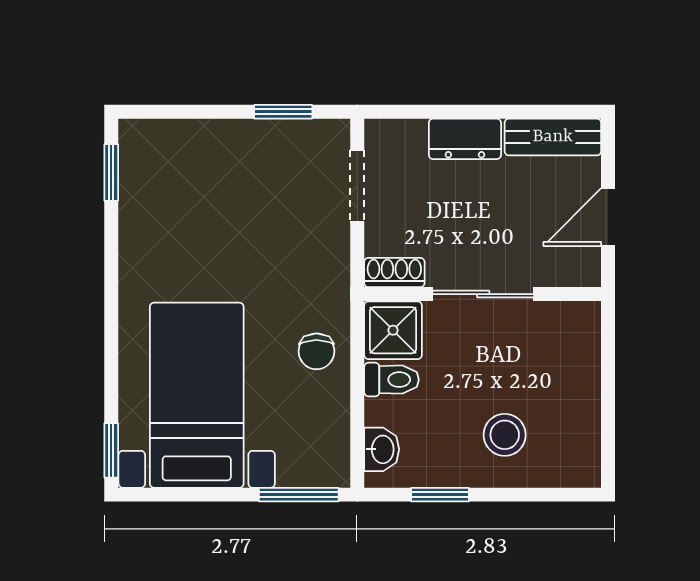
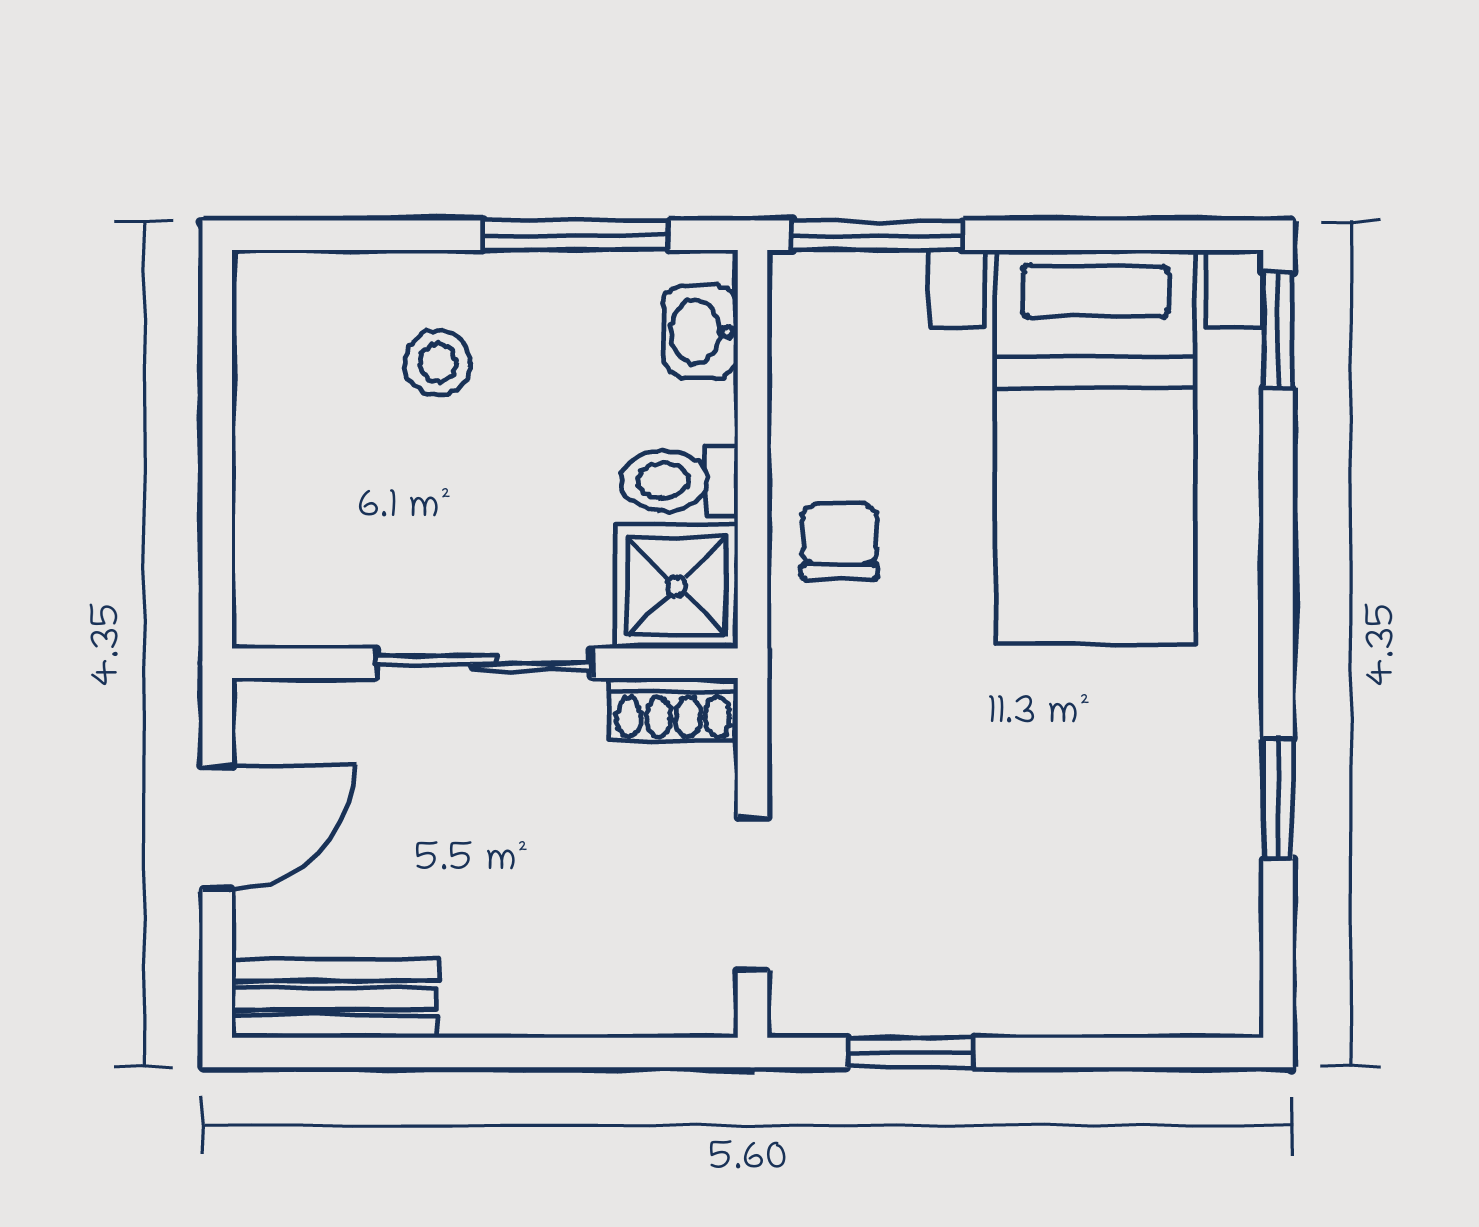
dresser: (465, 139) -> (523, 995), removed
window: (111, 173) -> (1278, 799), moved
stool: (505, 435) -> (438, 363), width x0.73, depth x0.73
window: (440, 495) -> (576, 235), width x1.50

